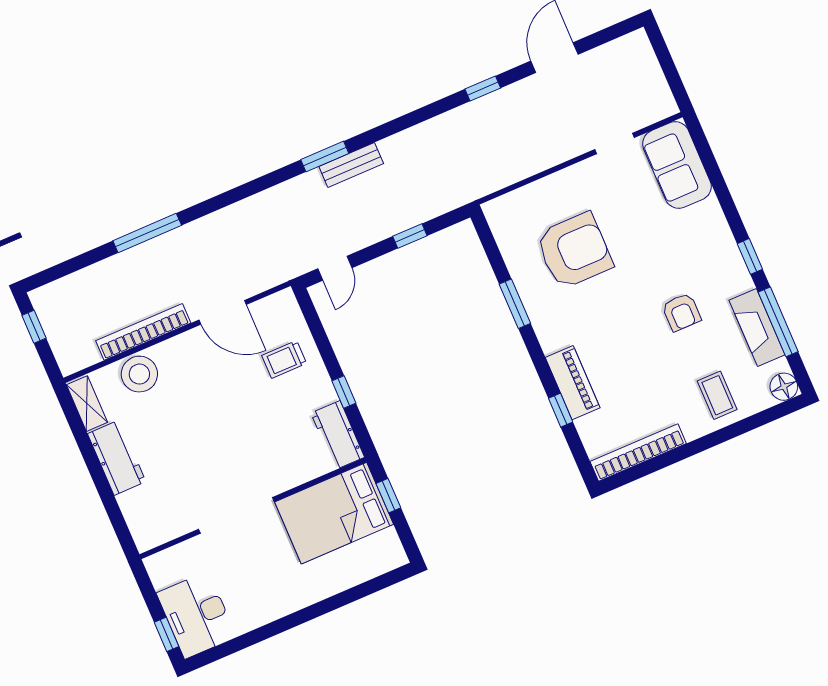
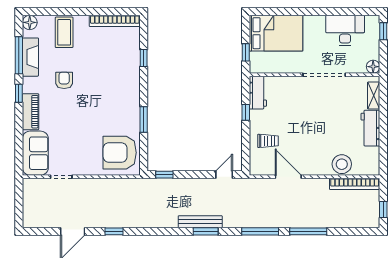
bench: (351, 165) -> (200, 222), width x1.36
window: (230, 197) -> (260, 231), added
window: (410, 236) -> (164, 175), moved
armchair: (574, 251) -> (120, 153), moved
bookcase: (143, 332) -> (355, 184), moved
piano: (573, 383) -> (31, 112), moved, turned 180
coffee table: (717, 395) -> (64, 32), width x1.36, depth x1.30
shelving: (87, 404) -> (374, 95), moved
bed: (334, 513) -> (276, 33), moved
floor lamp: (158, 566) -> (373, 67), added
desk: (197, 615) -> (345, 30), moved, turned -90

